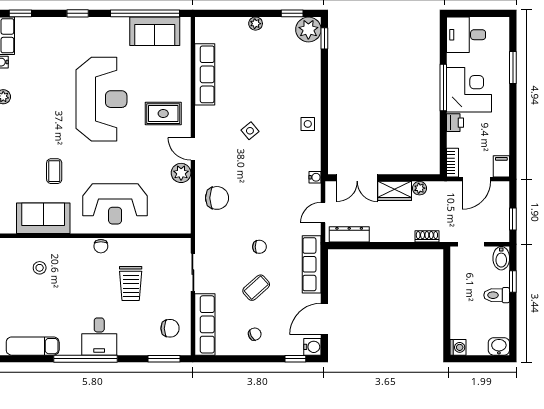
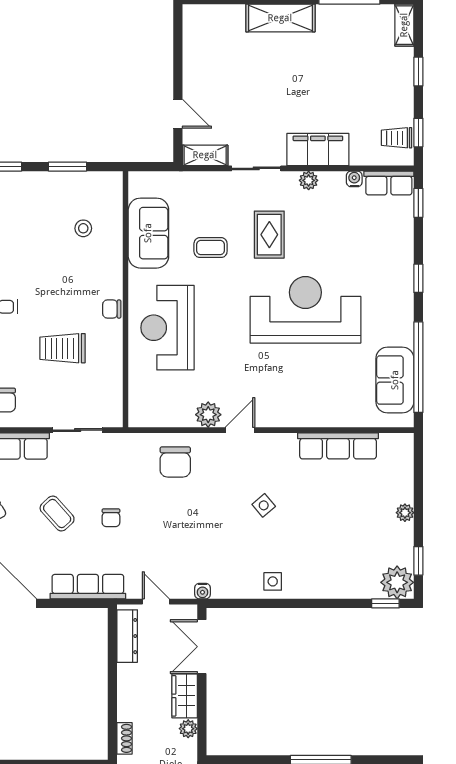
reception desk: (101, 99) -> (305, 310), turned 180
rug: (163, 114) -> (269, 235), moved

